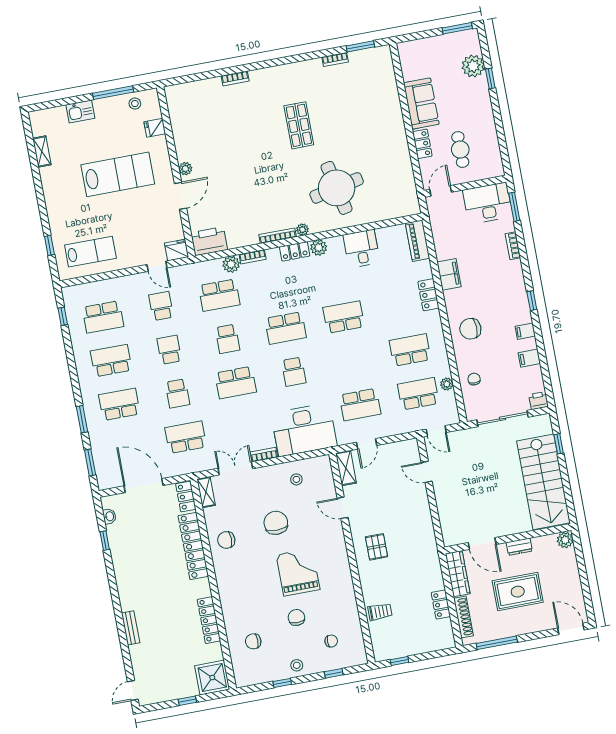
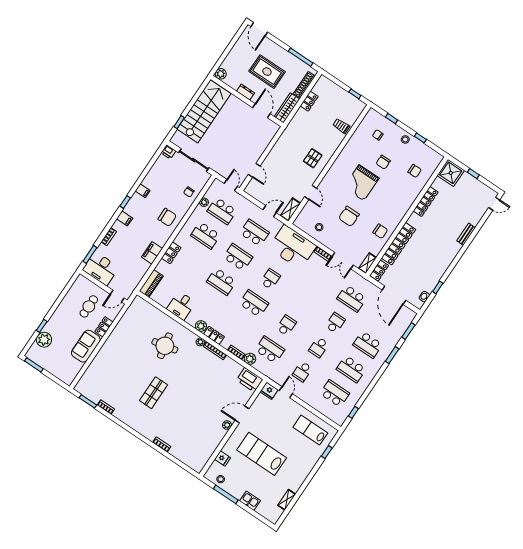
round table: (337, 188) -> (165, 346), width x0.73, depth x0.73
filing cabinet: (529, 358) -> (125, 218), moved
school desk: (236, 383) -> (238, 257), moved

